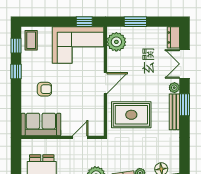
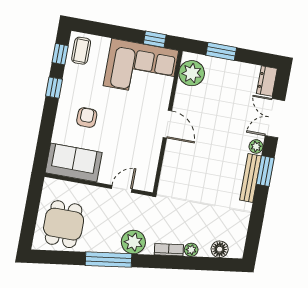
door: (105, 83) -> (167, 124), hinge flipped
armchair: (44, 89) -> (87, 118), turned -90
rug: (131, 115) -> (194, 172), removed

